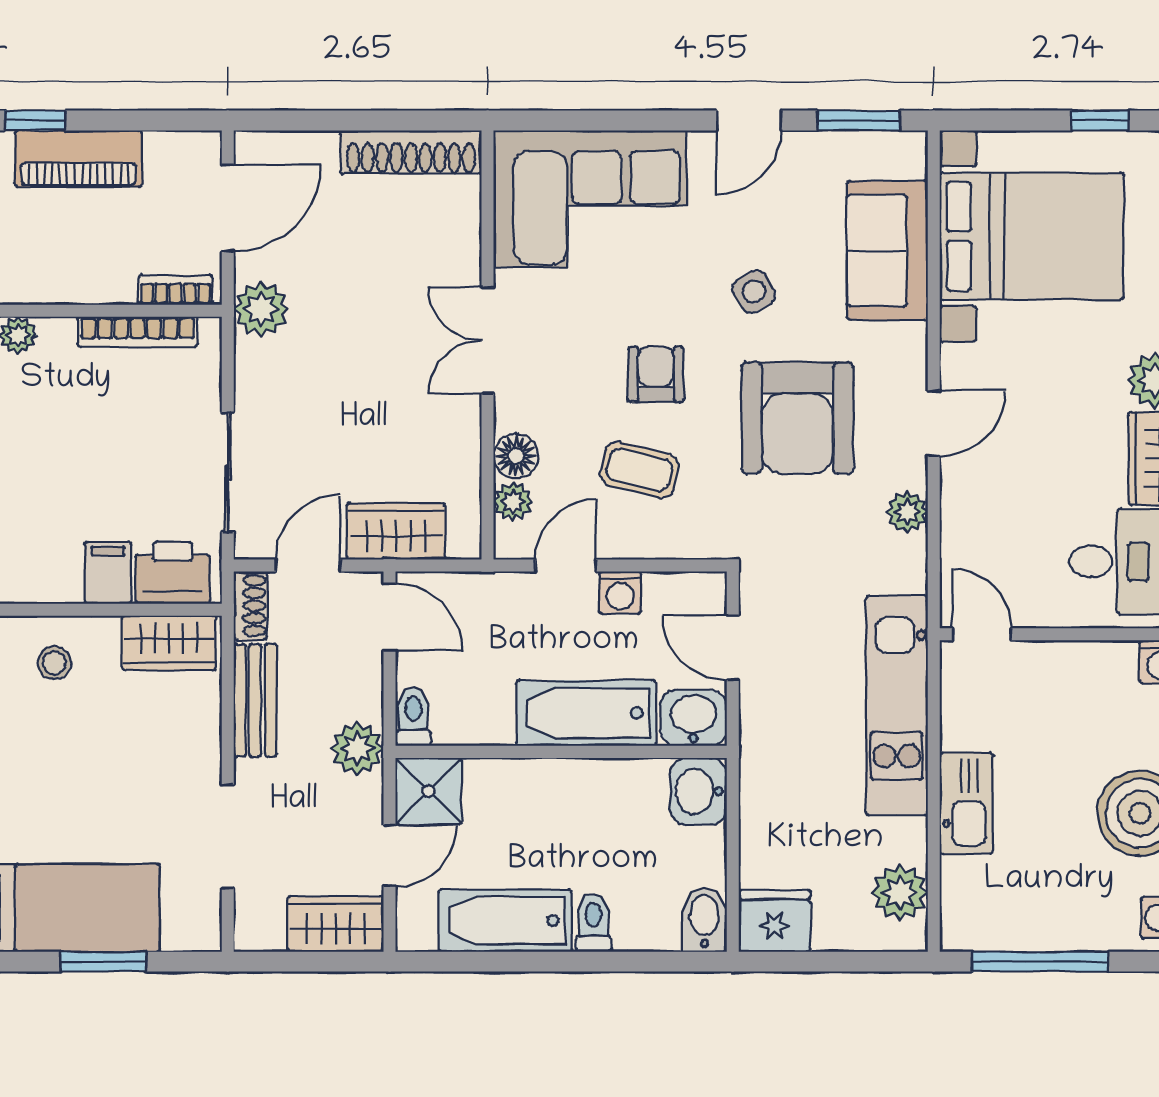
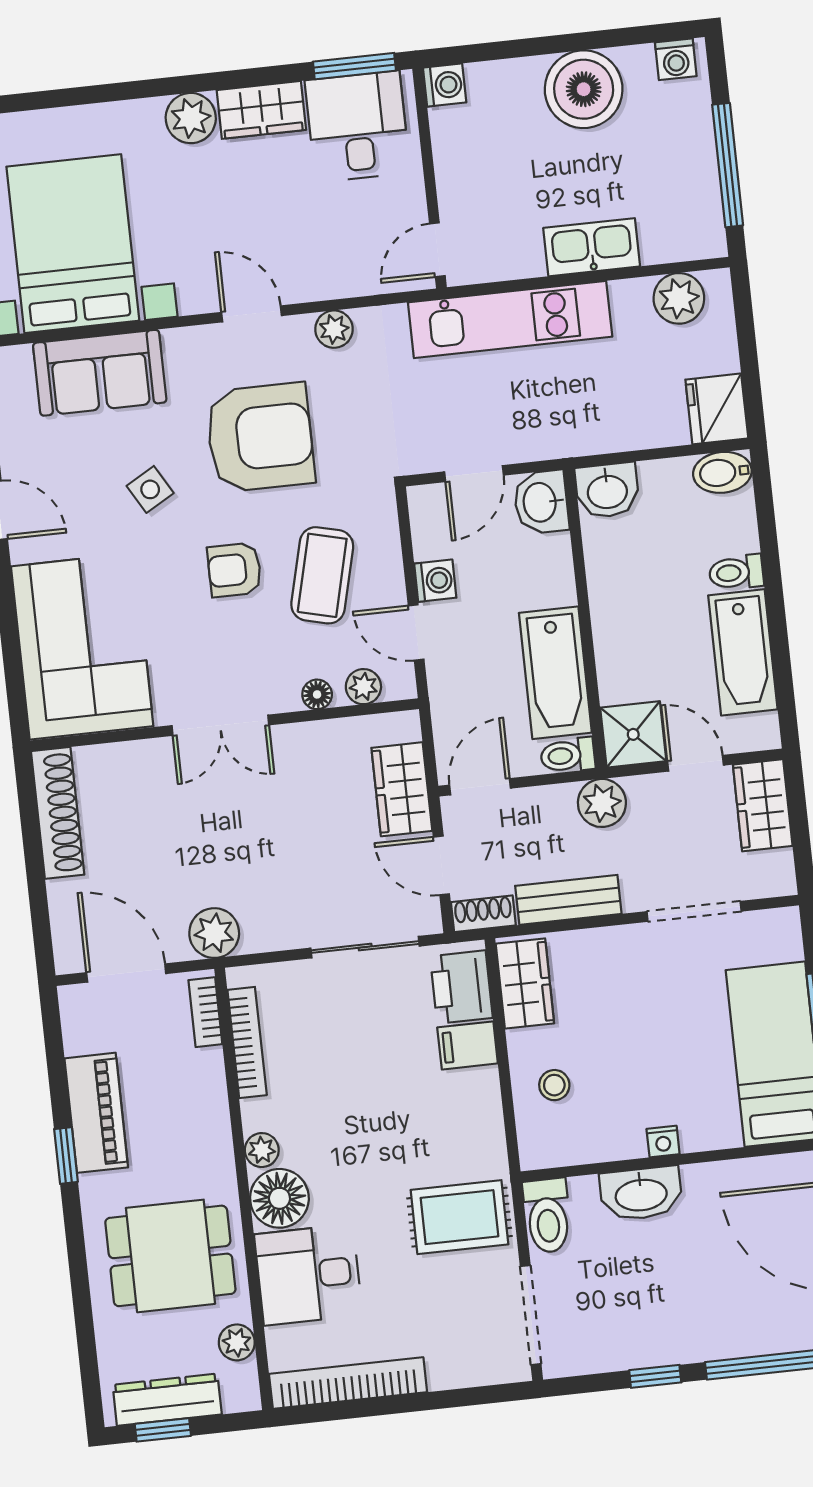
floor lamp: (516, 456) -> (317, 694), width x0.73, depth x0.73
coffee table: (639, 470) -> (322, 575), width x1.36, depth x1.30
bathtub: (586, 713) -> (555, 673), moved

